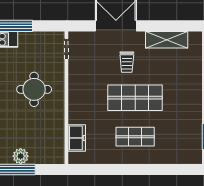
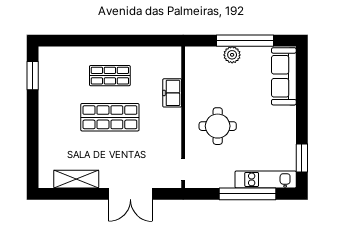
trolley: (127, 62) -> (119, 155), removed
freezer: (77, 138) -> (172, 93), moved

